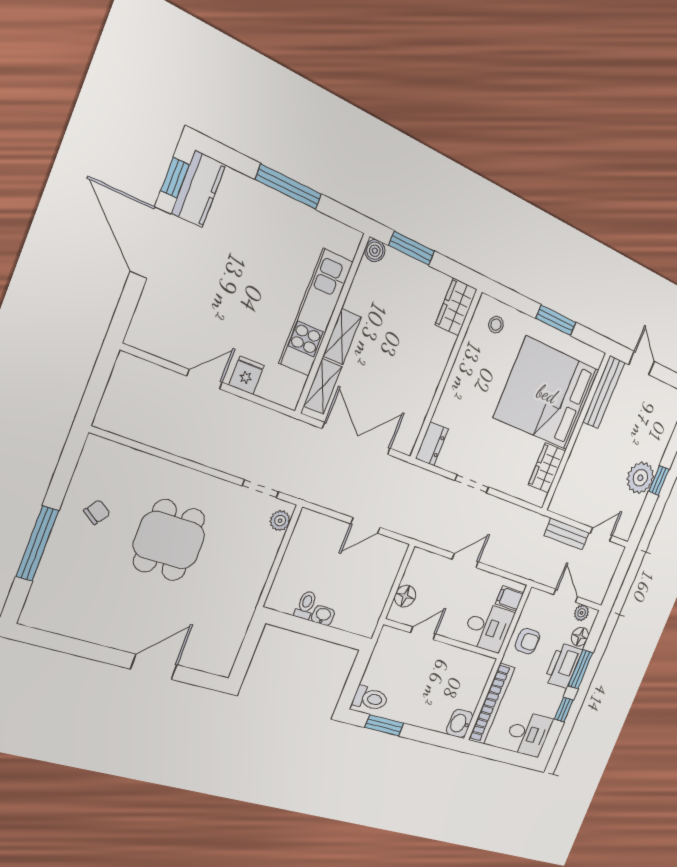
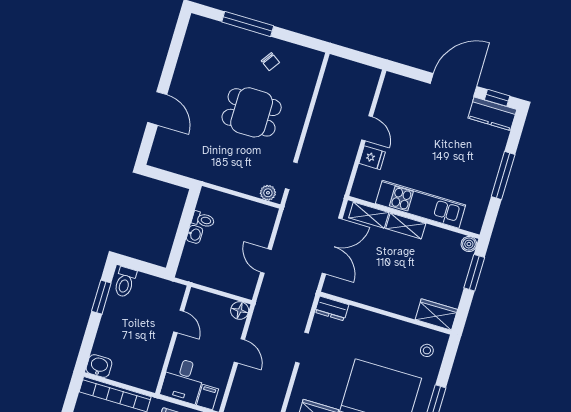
floor lamp: (405, 596) -> (240, 311), moved

